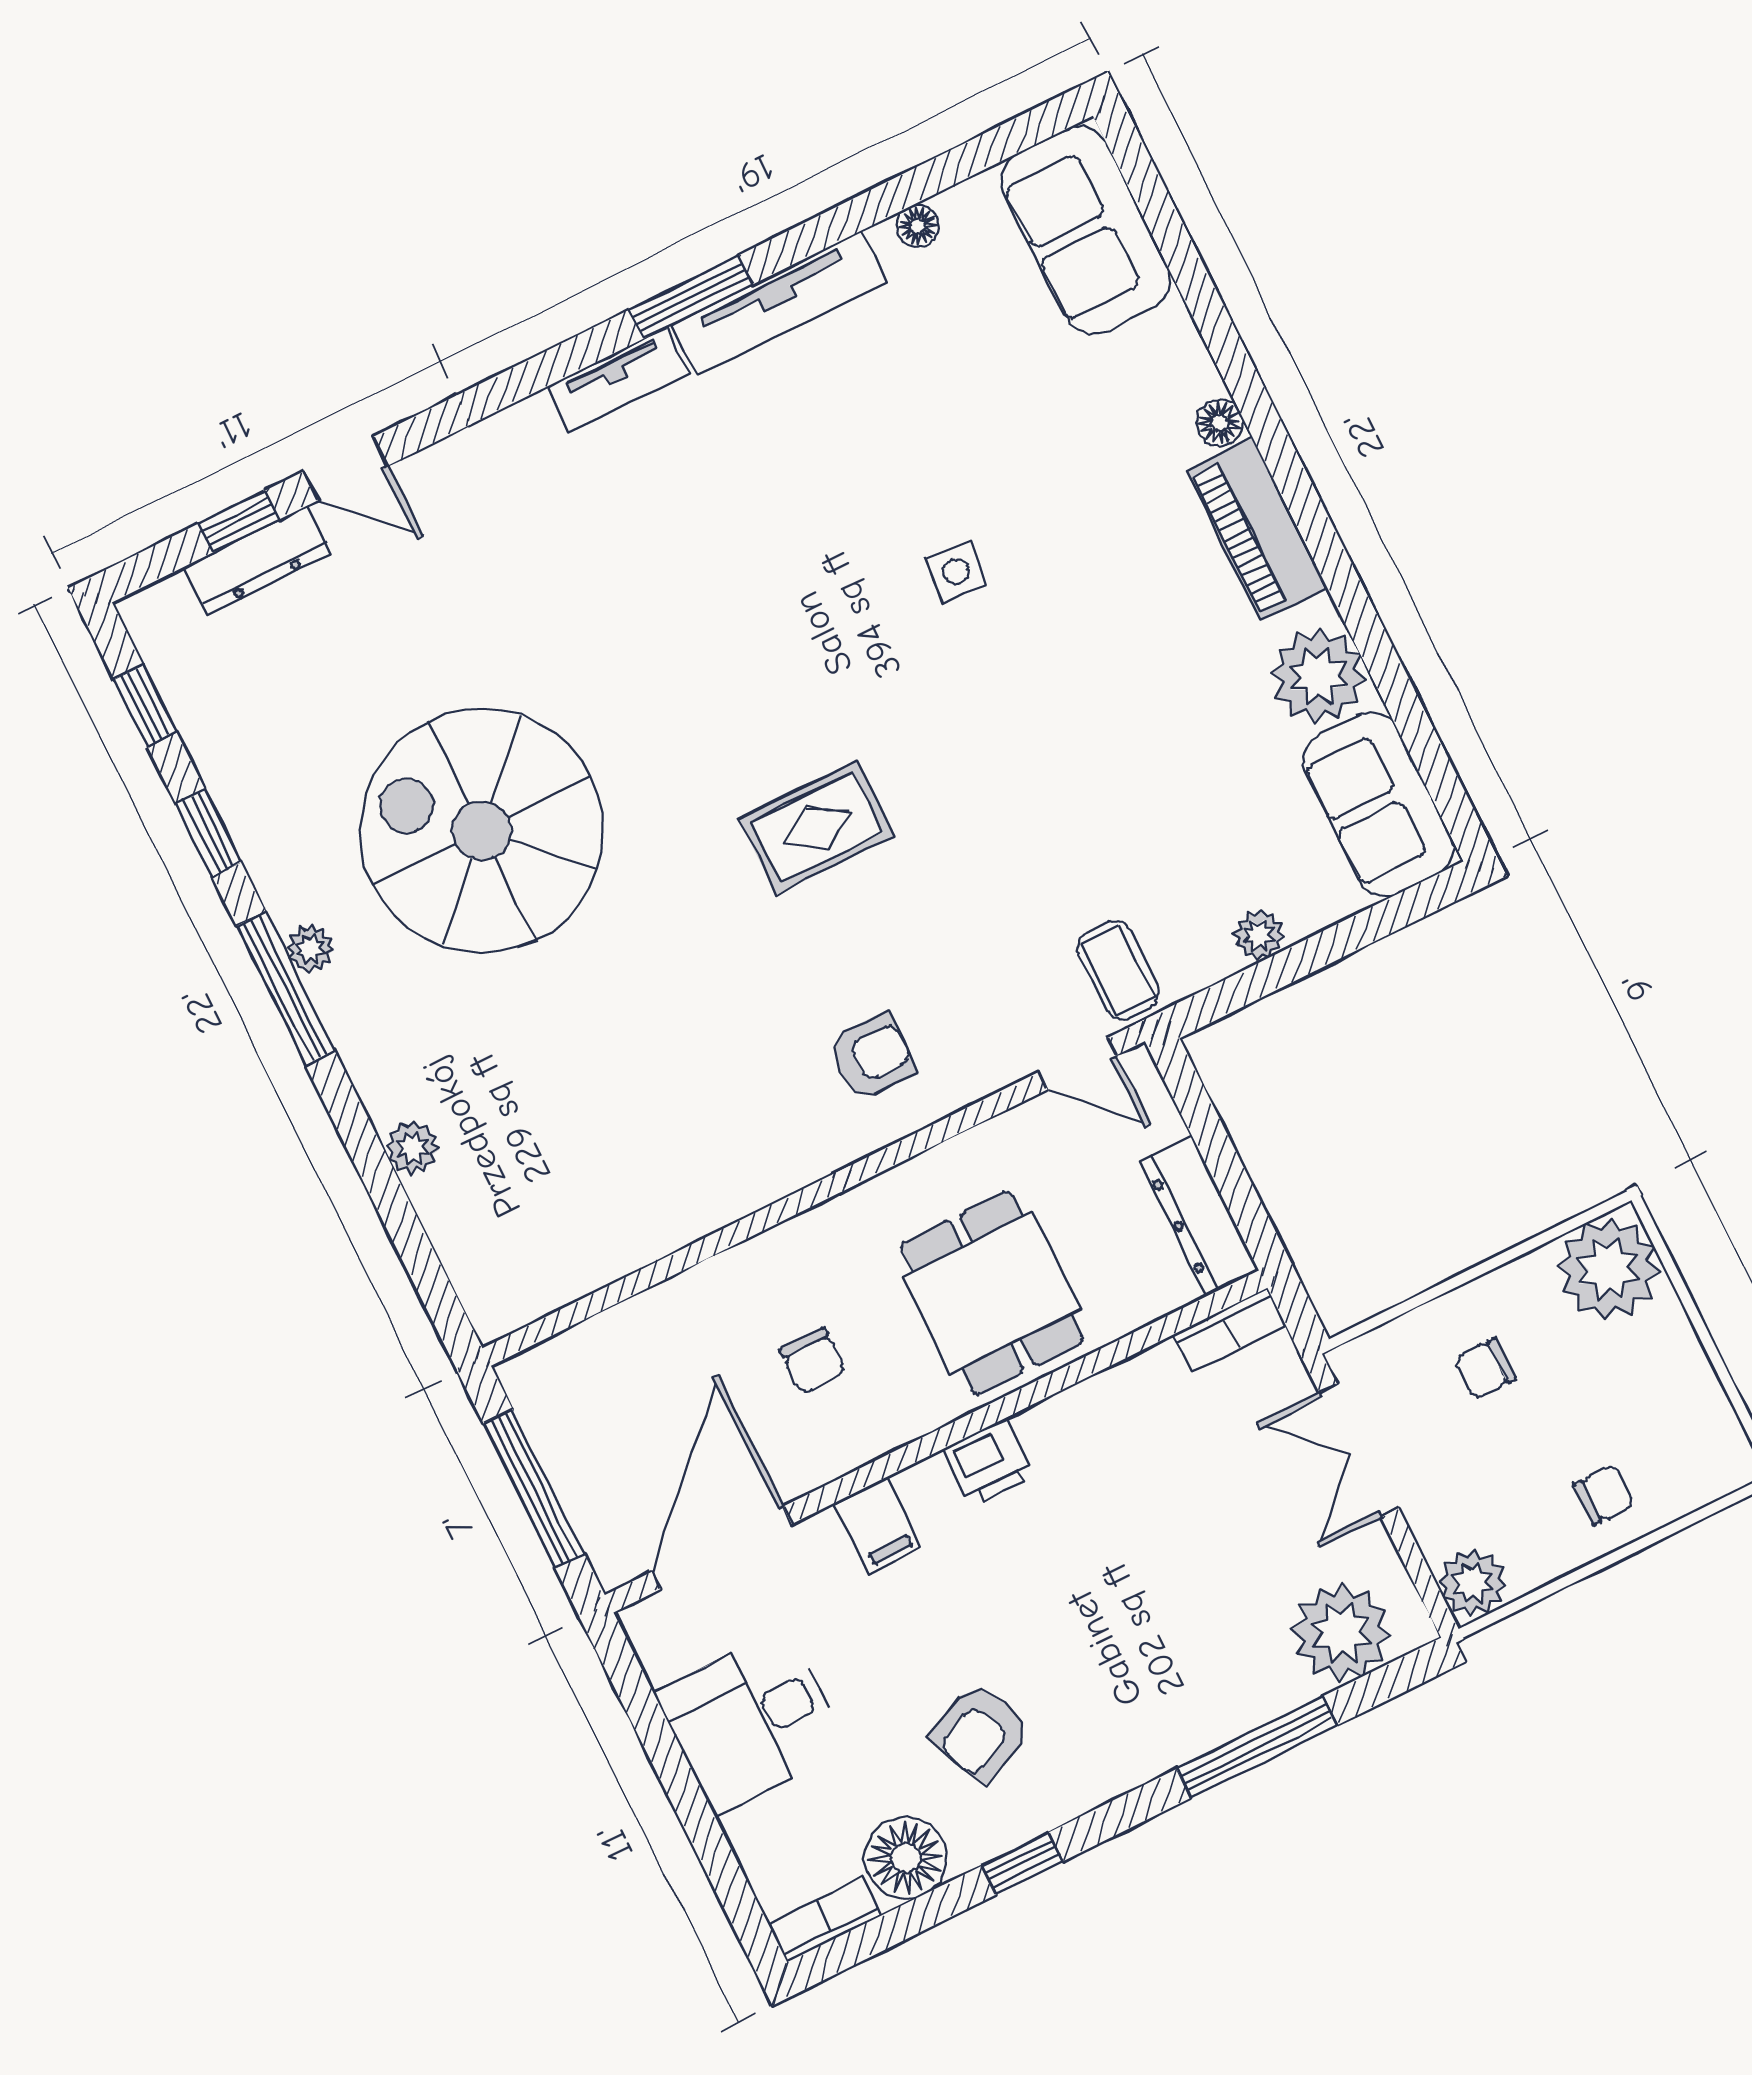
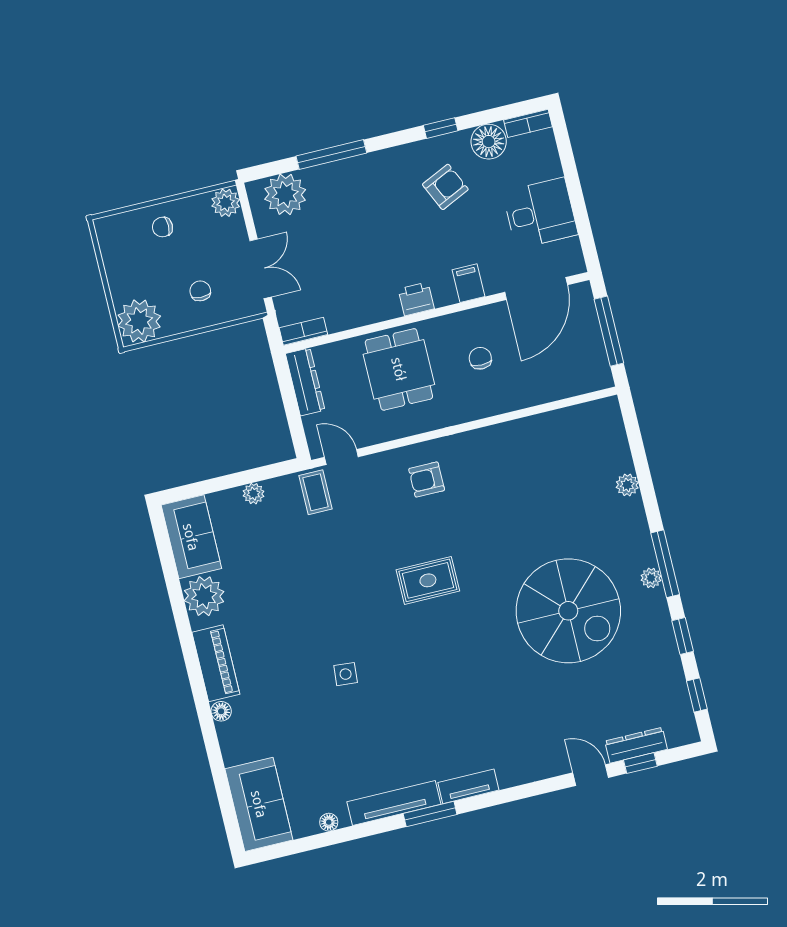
chair: (1485, 1369) -> (200, 291), turned -90

